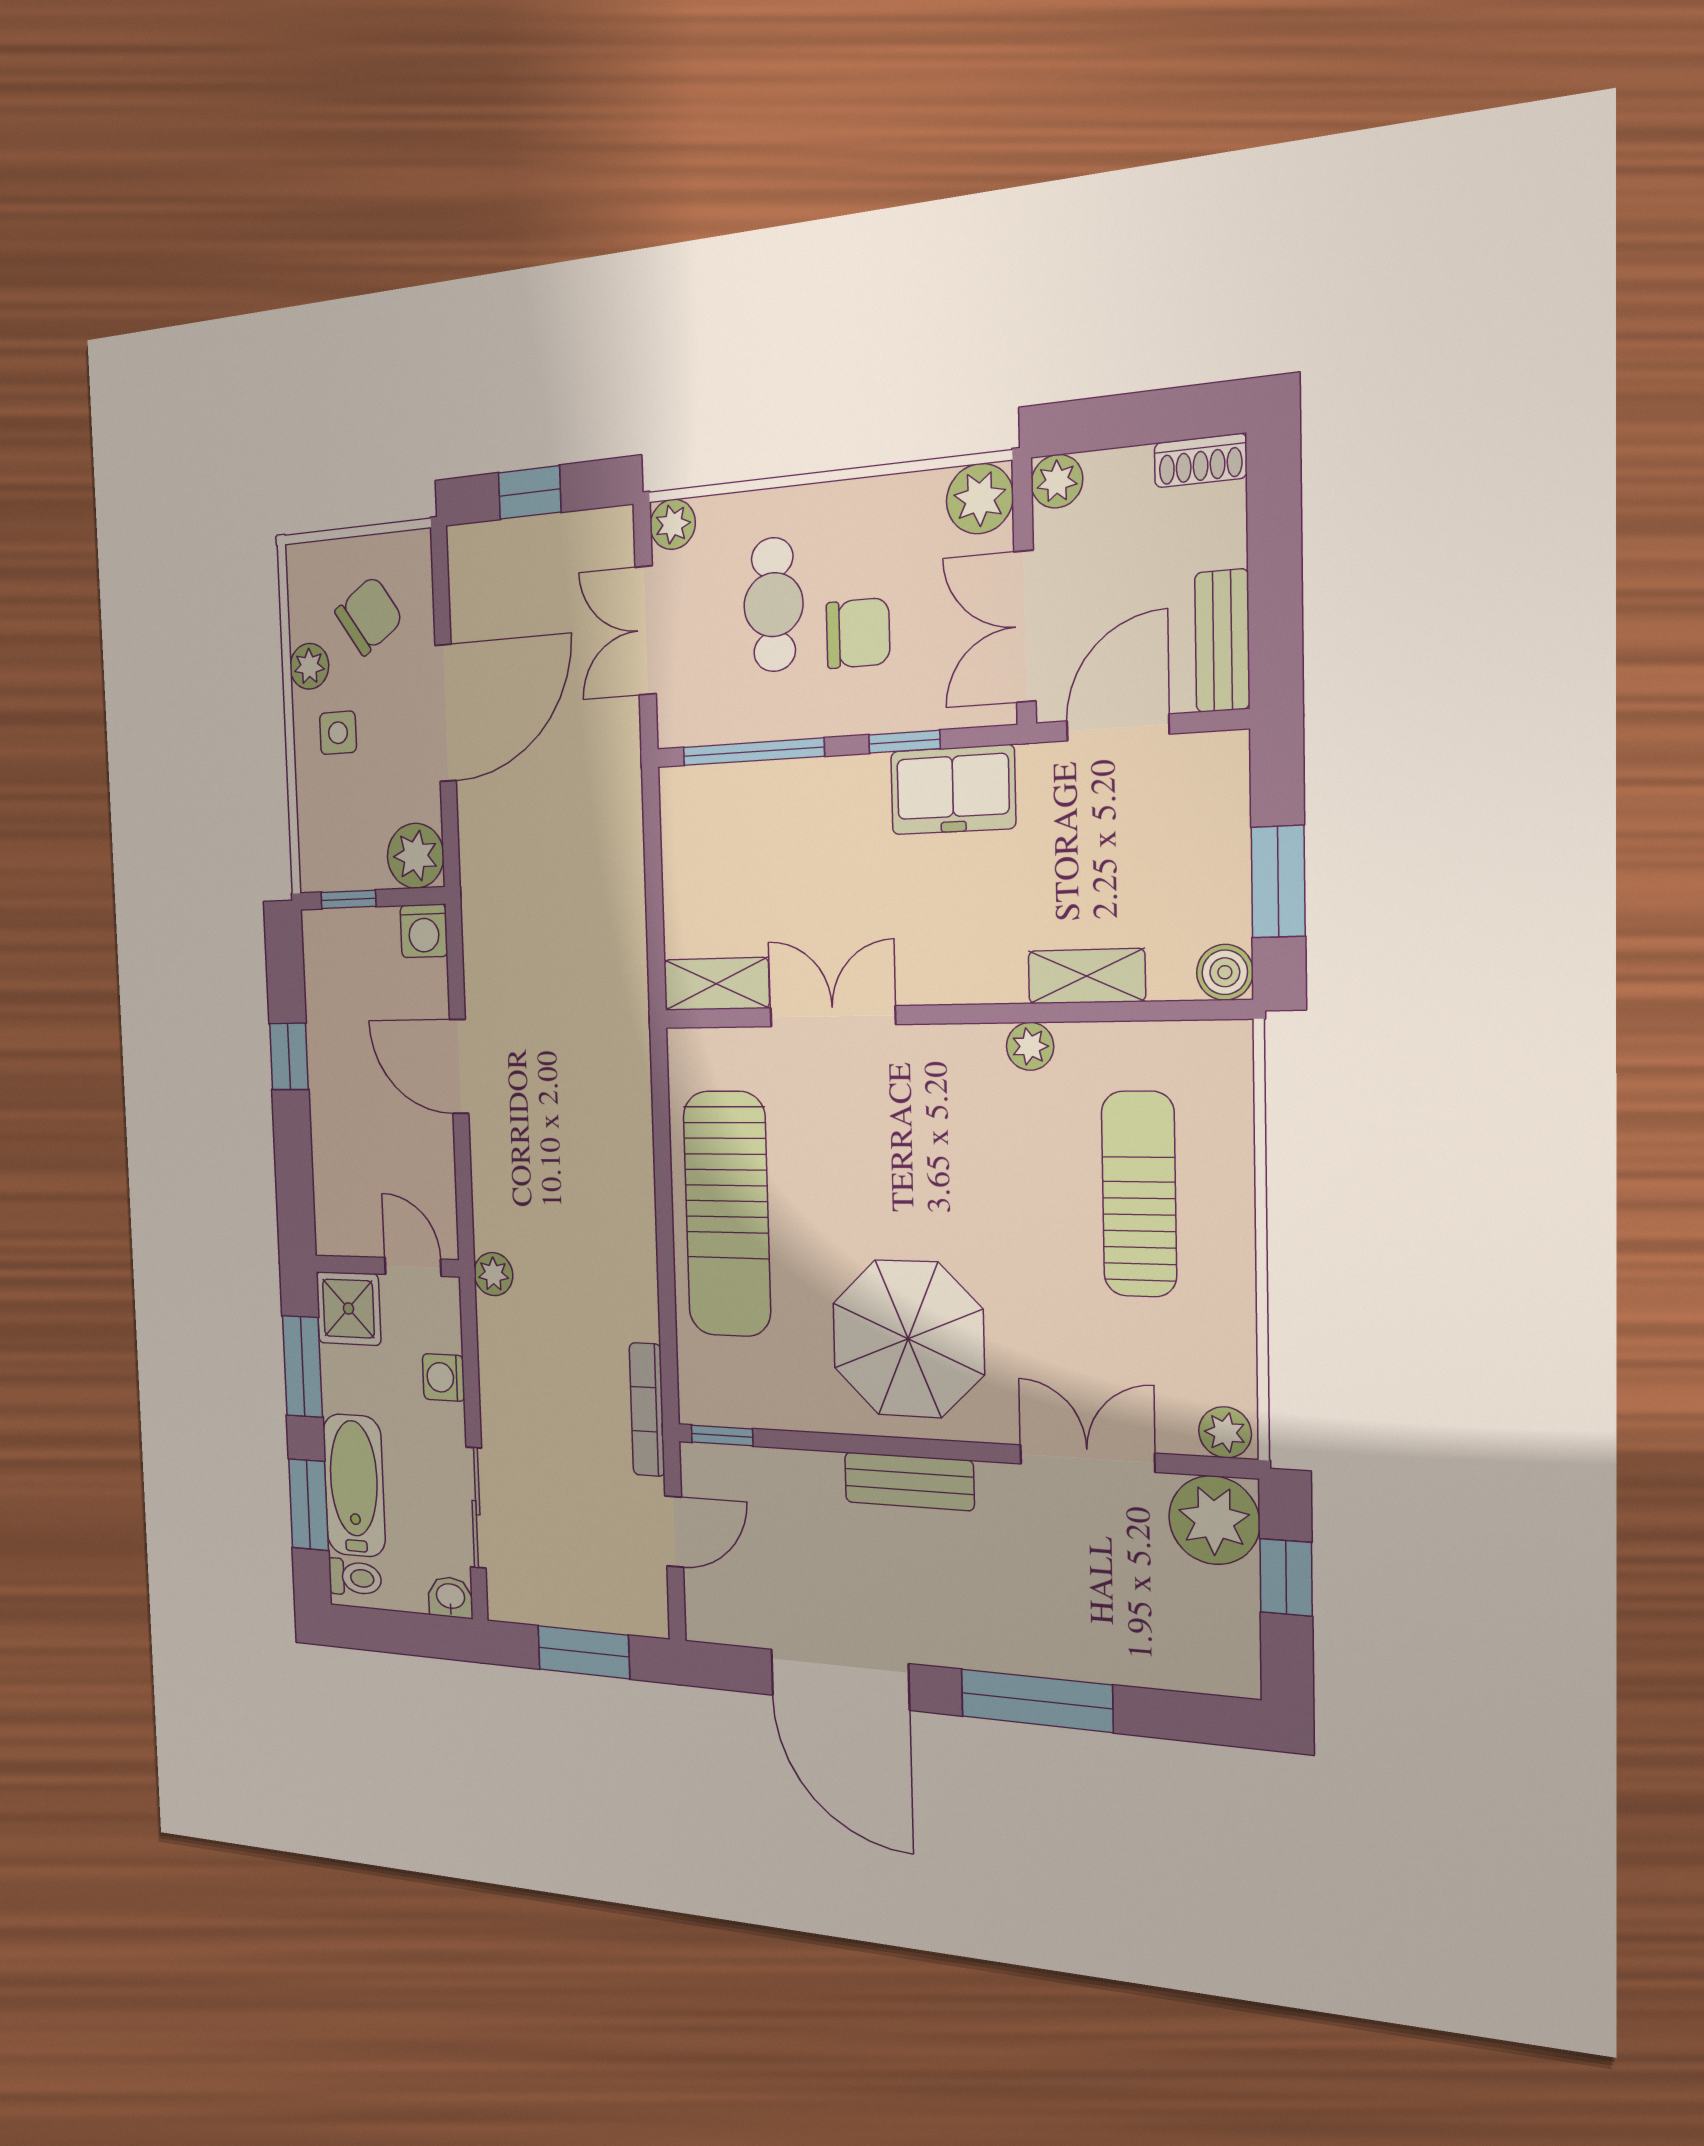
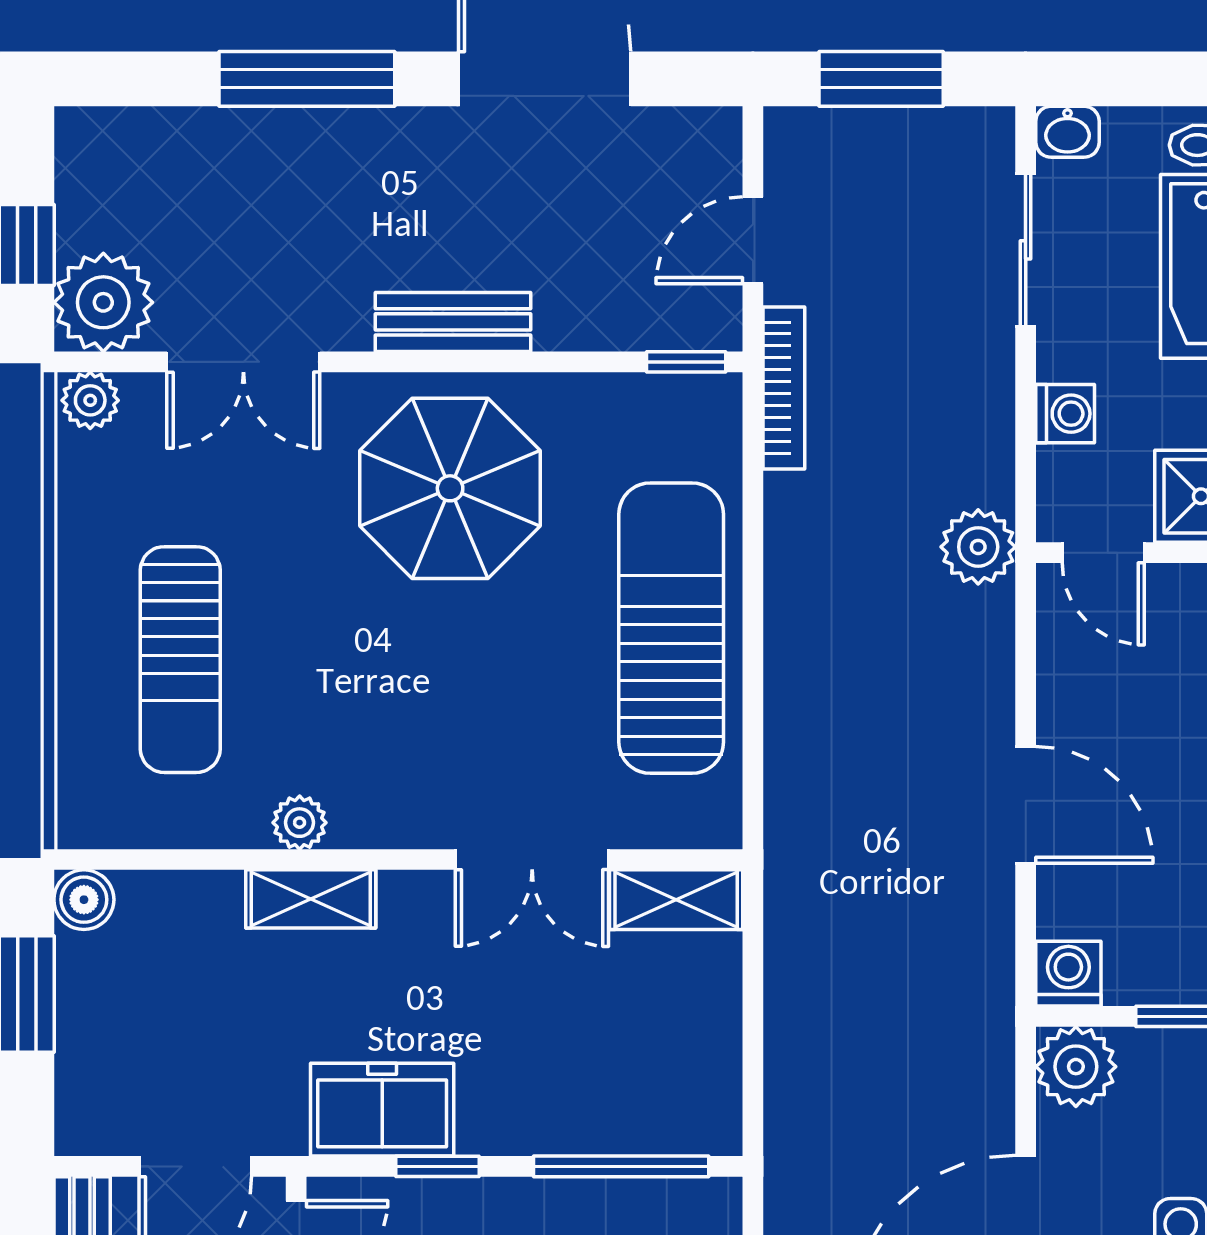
shelving: (1087, 976) -> (311, 899), moved
plant: (493, 1274) -> (978, 547), width x1.38, depth x1.38

